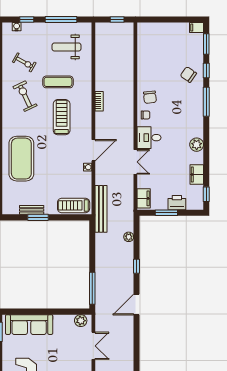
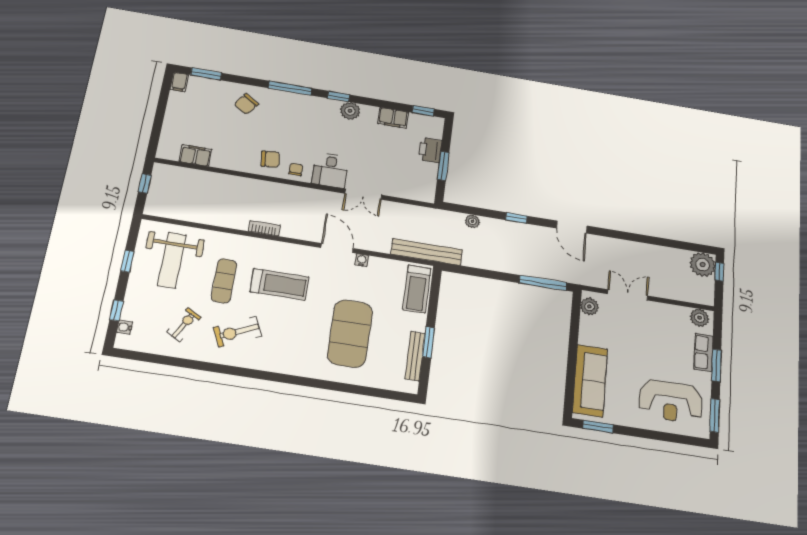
window: (61, 20) -> (127, 261), width x0.46
weight bench: (67, 47) -> (172, 260), width x1.36, depth x1.33
window: (206, 70) -> (339, 96), moved
treadmill: (62, 117) -> (279, 284), turned 180
exercise mat: (21, 159) -> (350, 333), moved, turned 90
double door: (135, 162) -> (363, 194), swing flipped
filing cabinet: (144, 198) -> (195, 155), moved
bench: (32, 210) -> (415, 356), width x1.36

